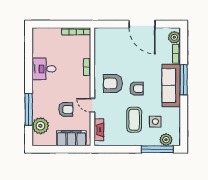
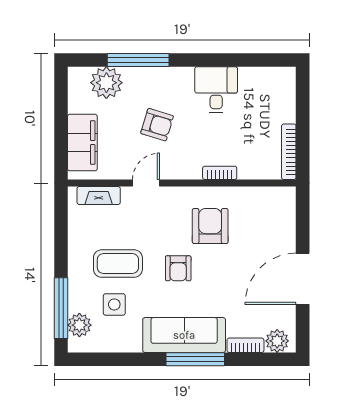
armchair: (113, 84) -> (210, 226), moved
armchair: (66, 109) -> (157, 125), moved, turned -73

